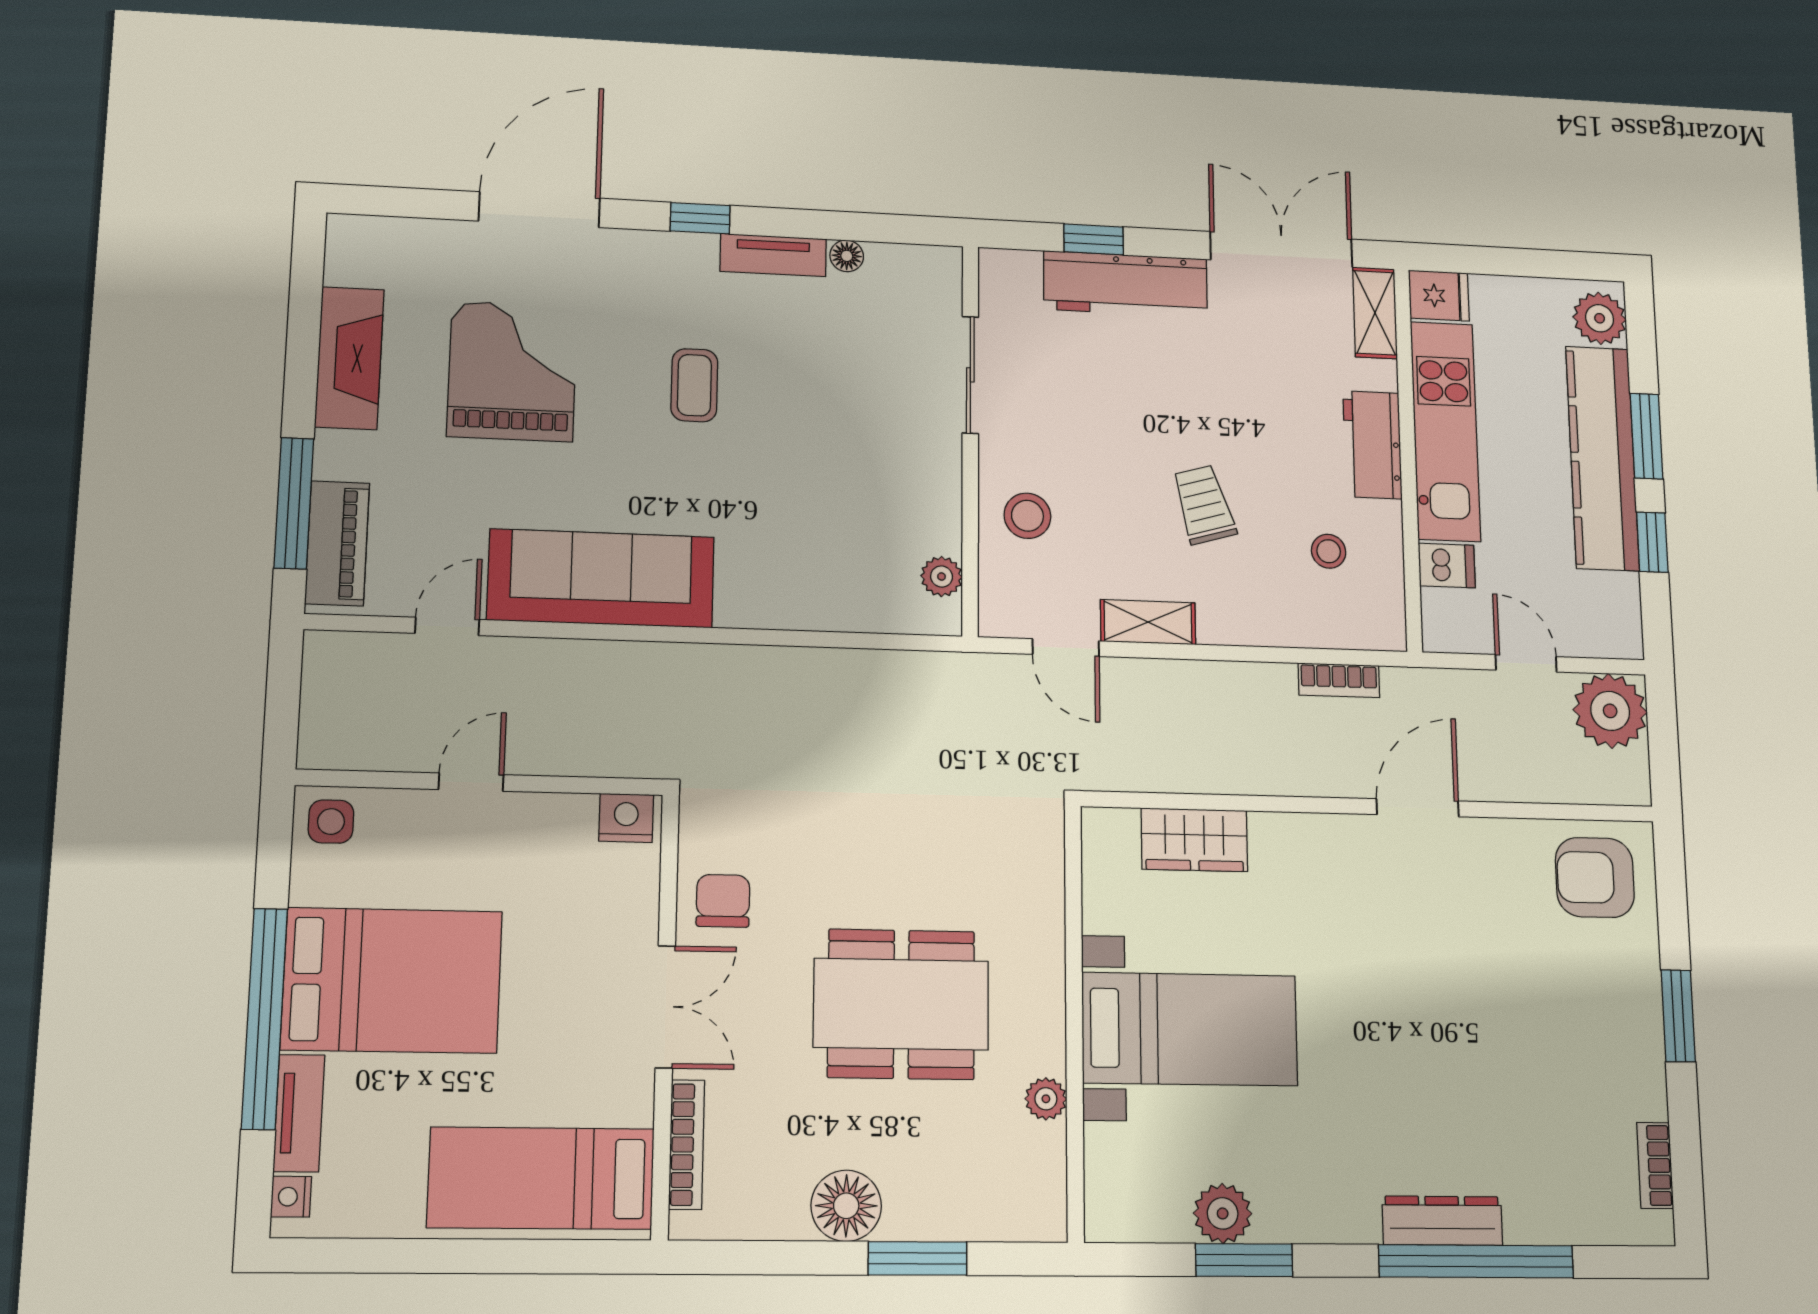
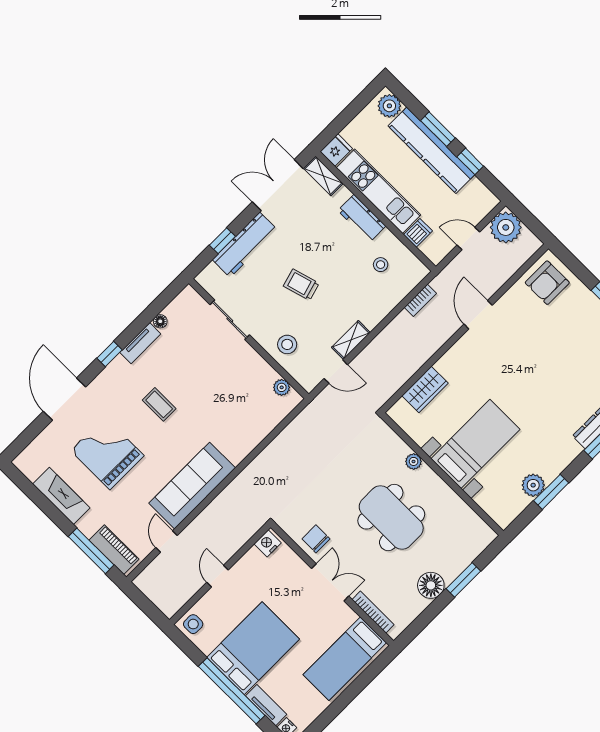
trolley: (1204, 505) -> (301, 285), moved
dining table: (901, 1004) -> (391, 517), turned 90
plant: (1046, 1099) -> (414, 461), moved

